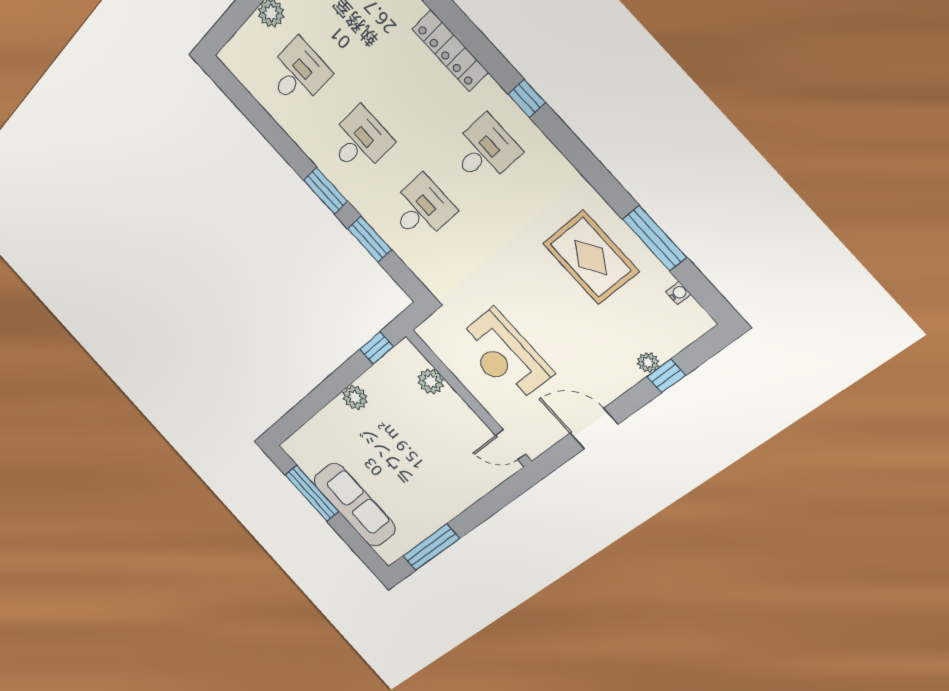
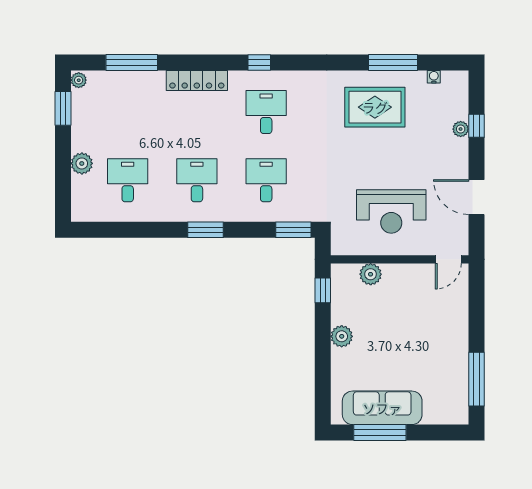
window: (370, 239) -> (293, 230), moved
door: (594, 429) -> (476, 197), hinge flipped
sofa: (355, 505) -> (382, 408), moved

